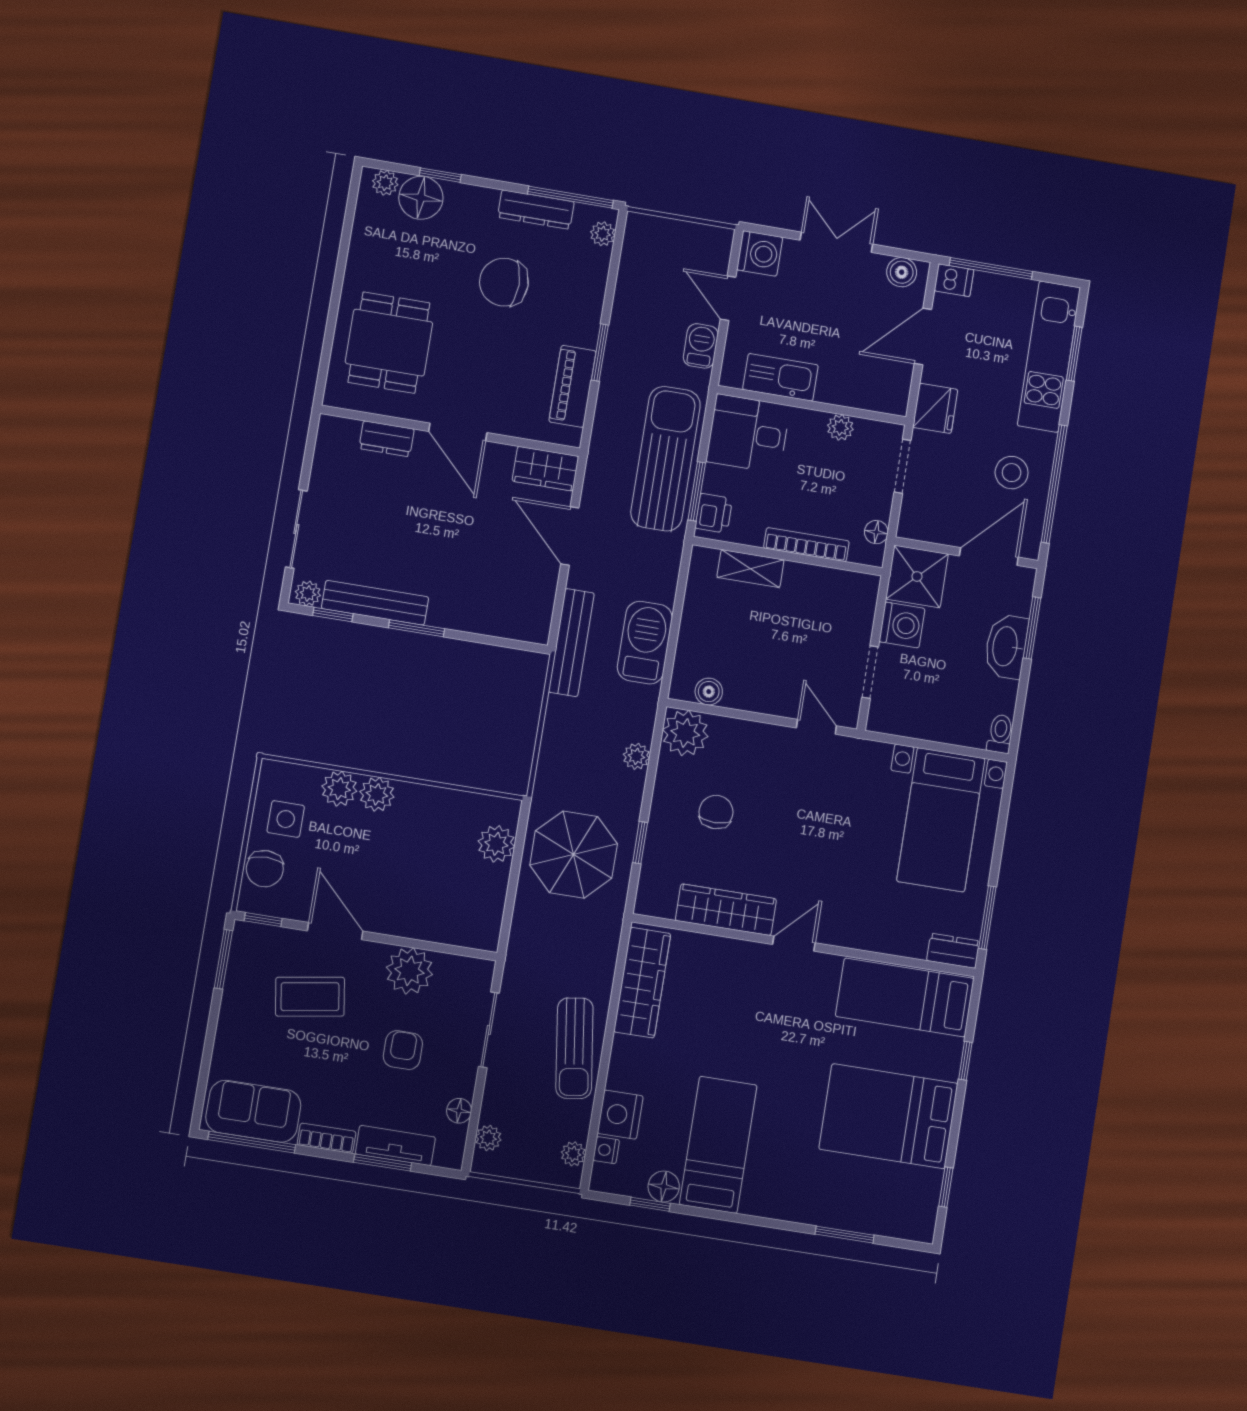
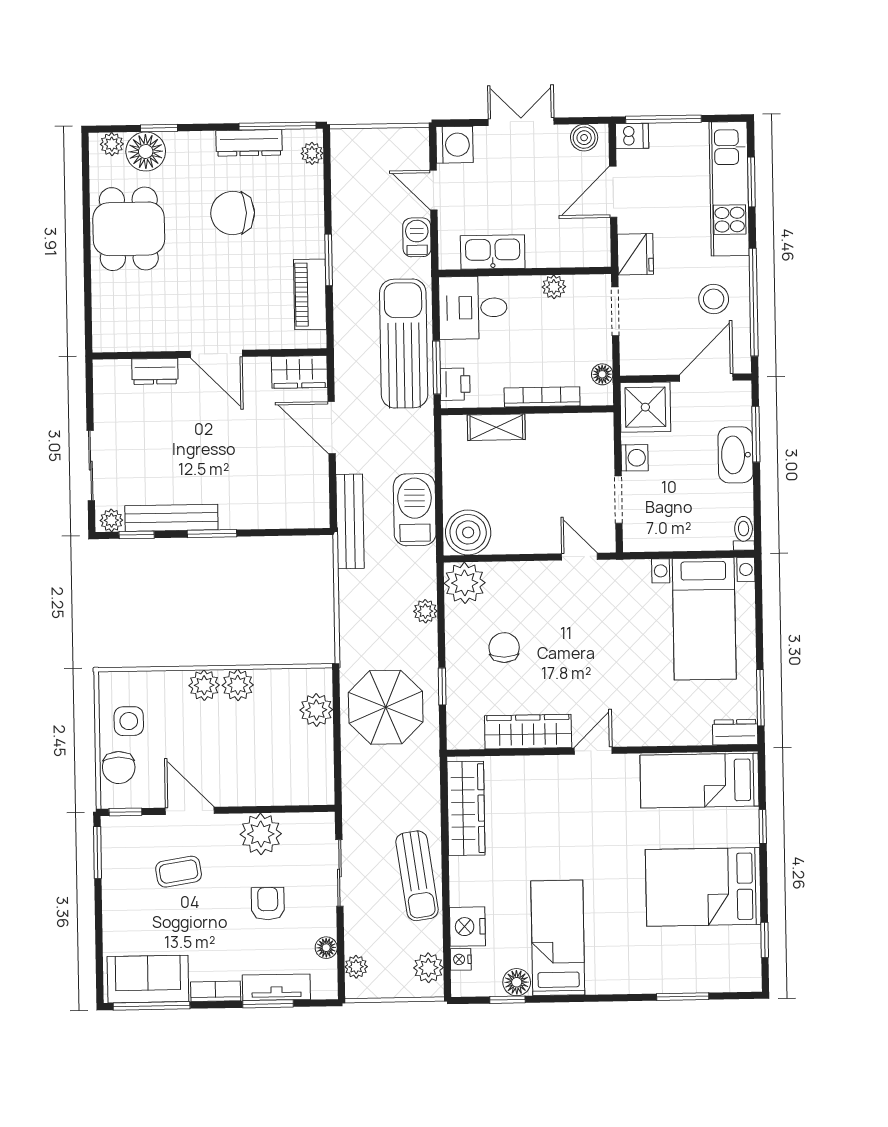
dining table: (389, 343) -> (129, 229), moved
washing machine: (902, 625) -> (635, 458), width x0.73, depth x0.73
boiler: (709, 692) -> (468, 532), width x1.86, depth x1.86
plant: (339, 789) -> (238, 685), moved
coffee table: (310, 997) -> (179, 872), width x0.73, depth x0.77
plant: (573, 1154) -> (428, 968), width x1.38, depth x1.38

